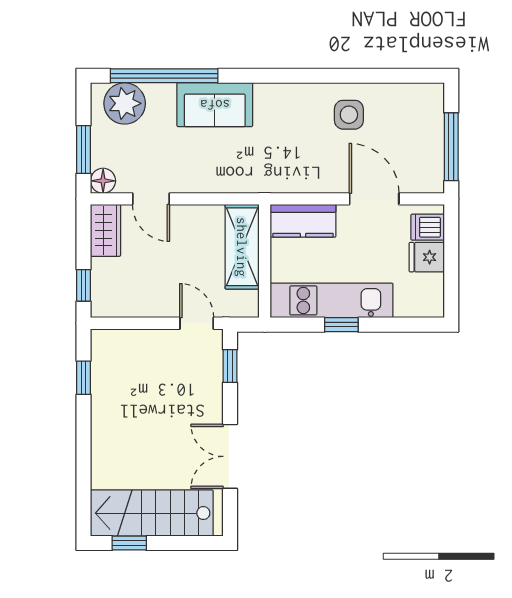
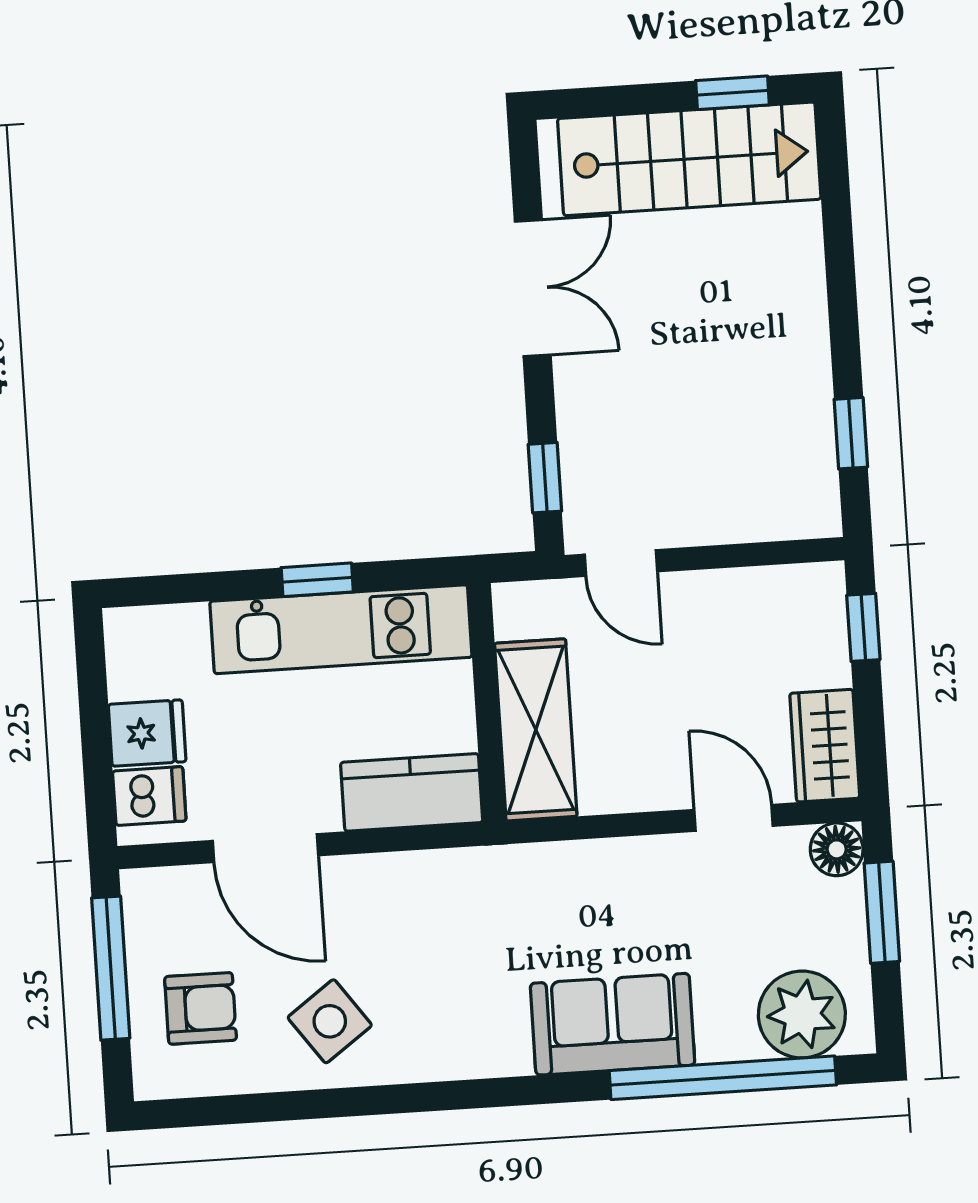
side table: (349, 115) -> (330, 1021), turned -36
armchair: (410, 125) -> (201, 1008), added

